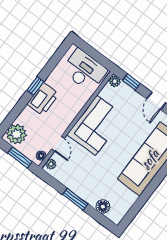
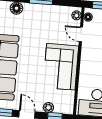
plant: (115, 81) -> (48, 107), moved

